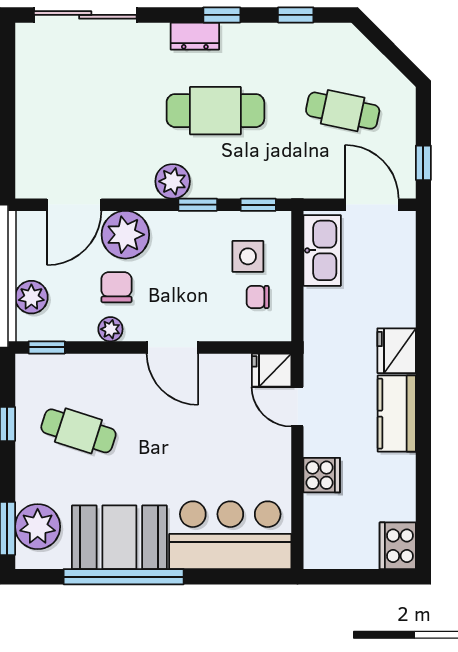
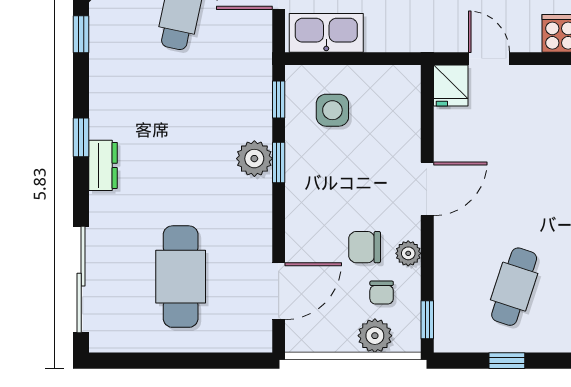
window: (296, 15) -> (81, 34), moved
cafe table: (215, 111) -> (181, 277), moved
plant: (173, 181) -> (254, 159), moved
door: (74, 205) -> (279, 291), hinge flipped
plant: (125, 235) -> (310, 238), removed
chair: (258, 297) -> (382, 293), moved
door: (297, 407) -> (489, 59), swing flipped

